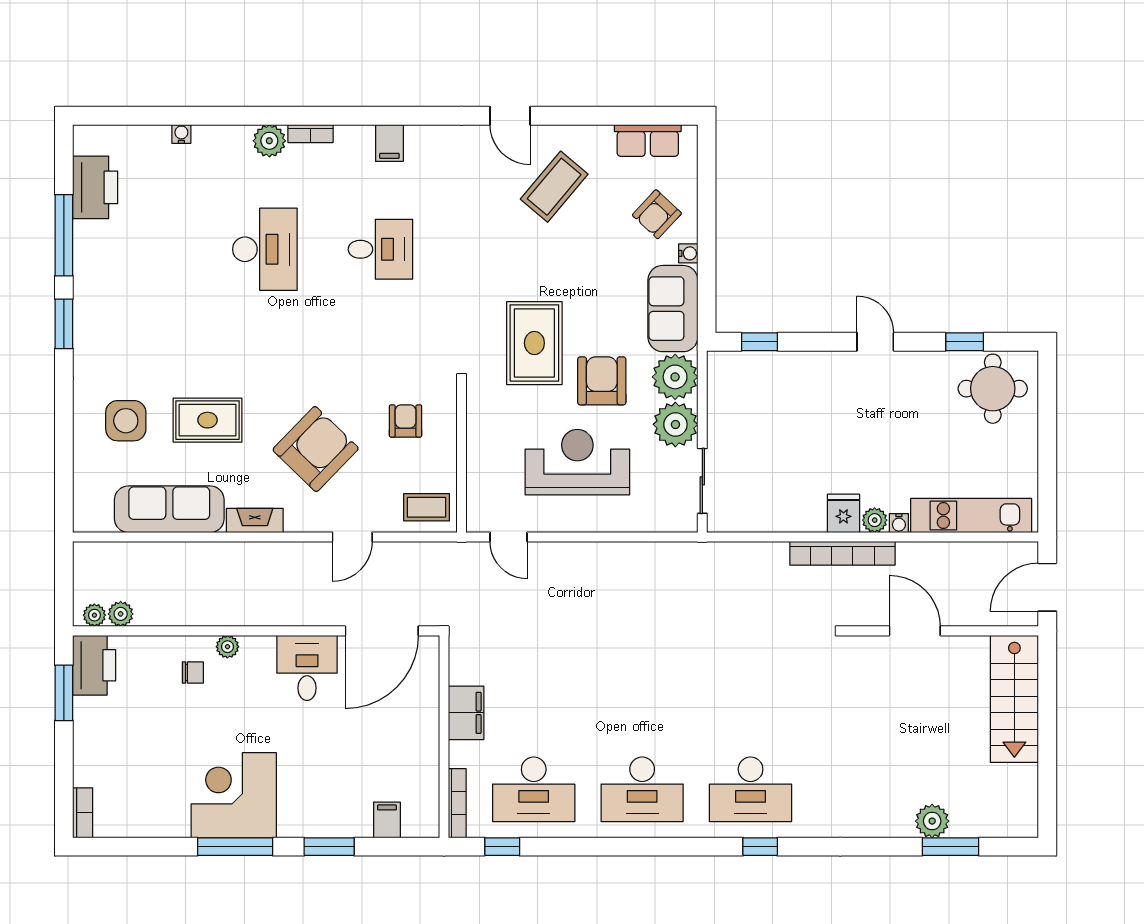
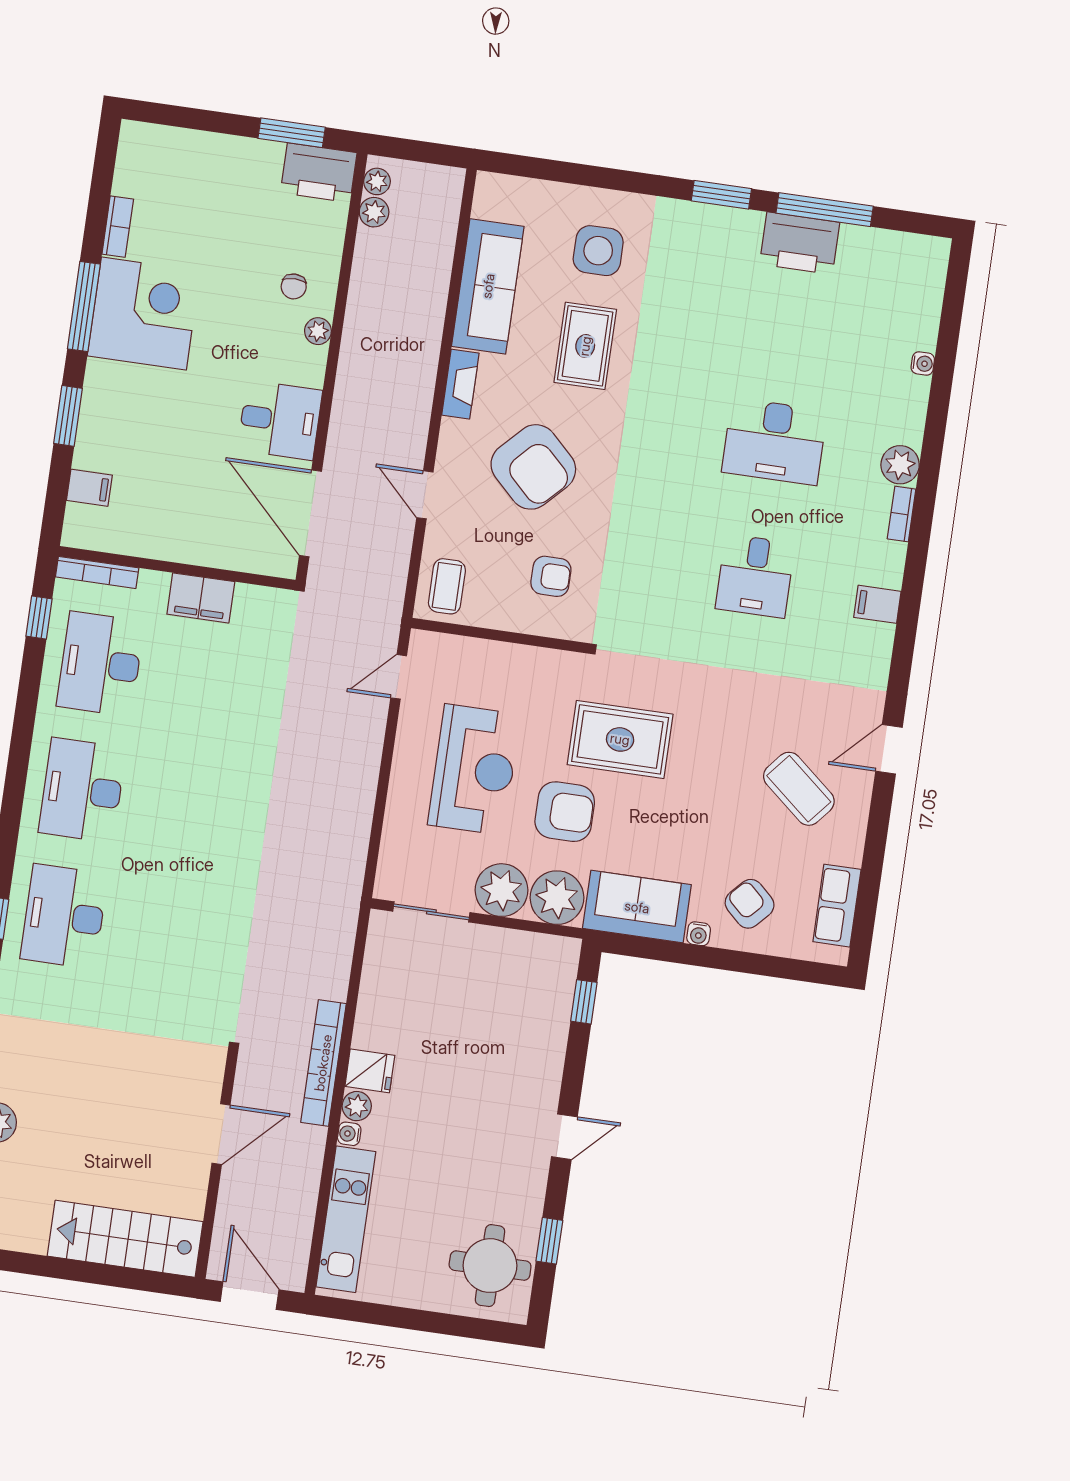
printer: (95, 187) -> (800, 243), moved
bookcase: (83, 813) -> (118, 227), moved, turned -90

